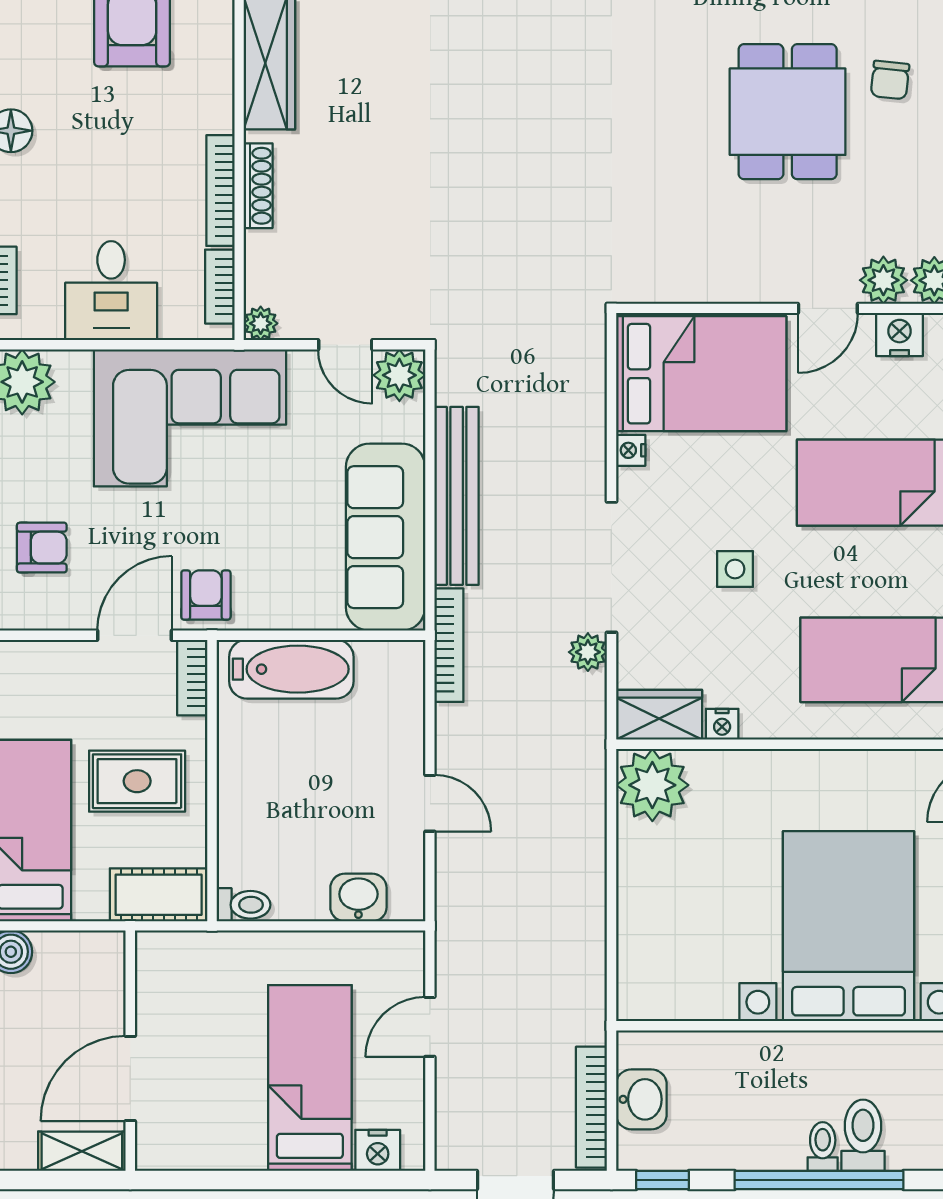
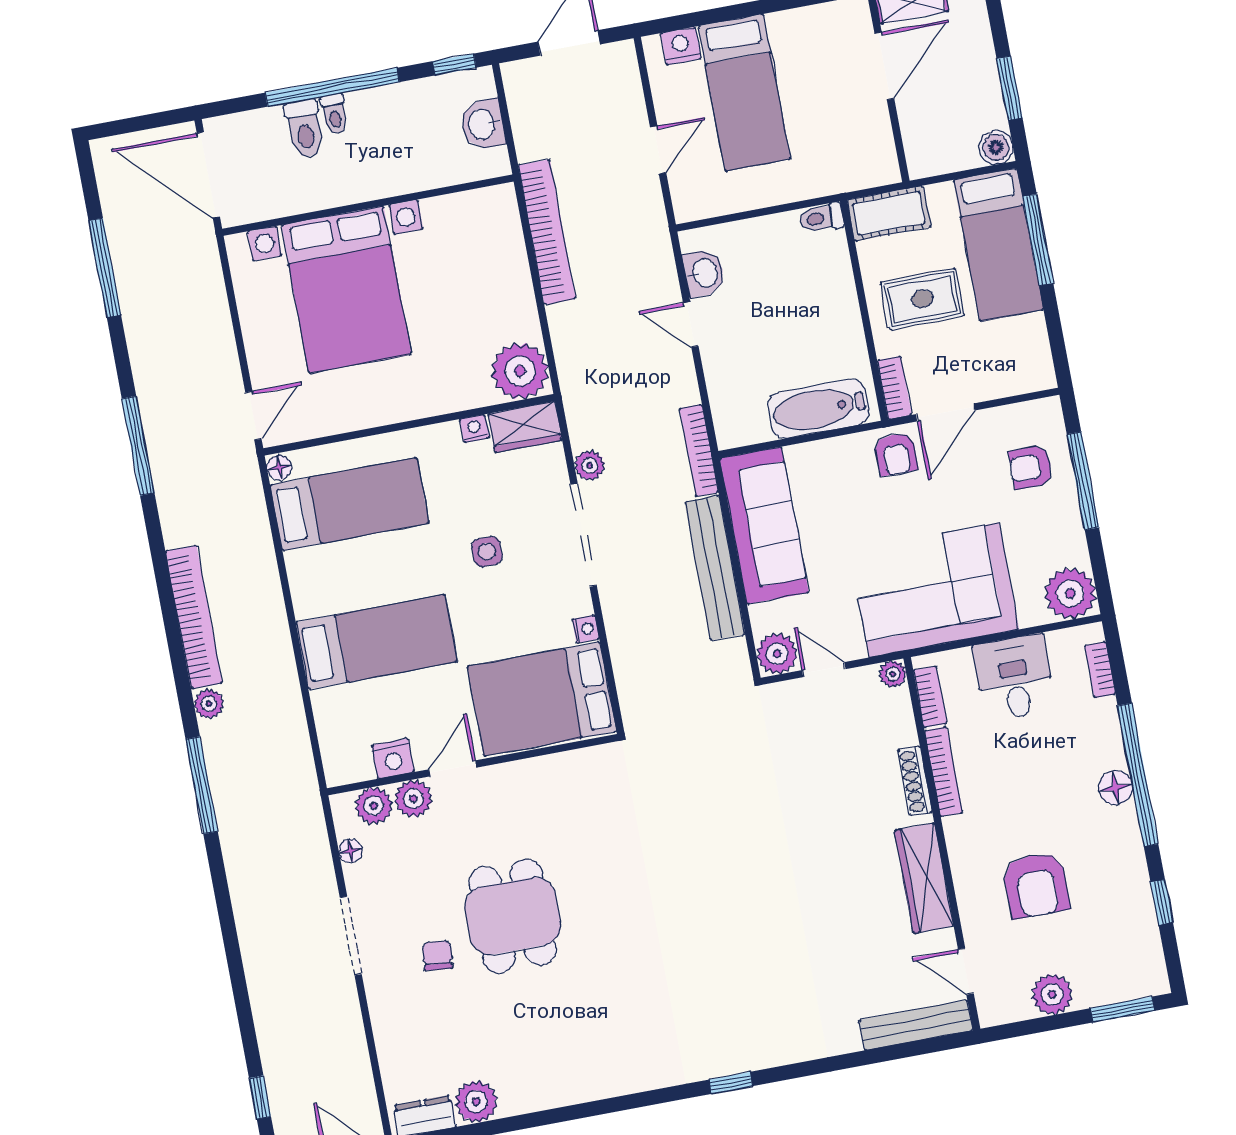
washbasin: (358, 898) -> (704, 273), moved, turned -90
bookcase: (591, 1107) -> (547, 232), moved, width x1.48, depth x1.31

